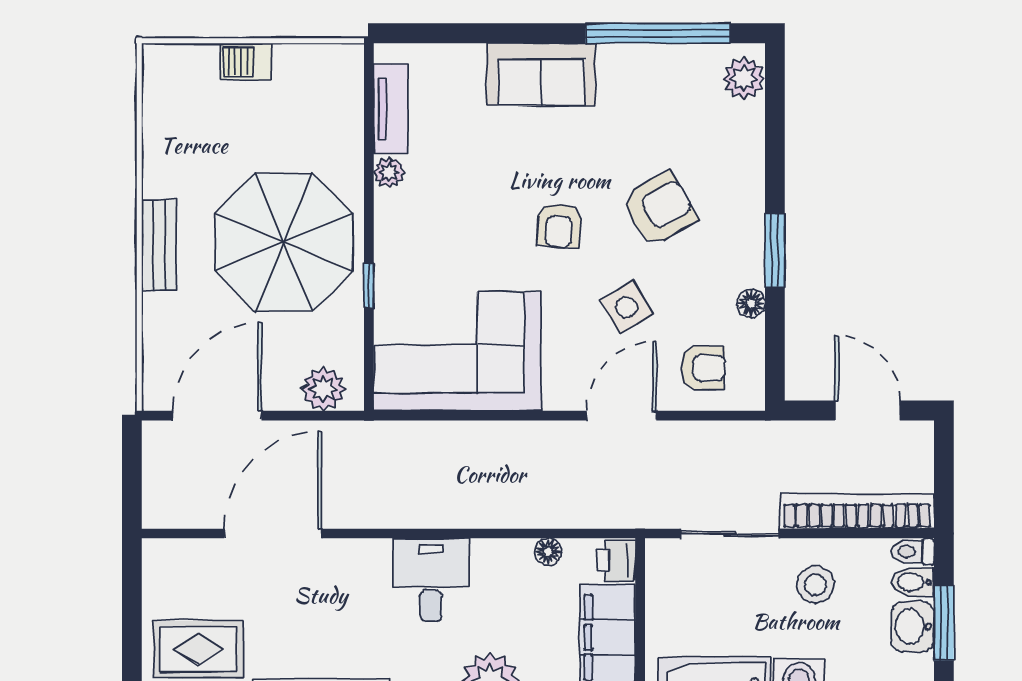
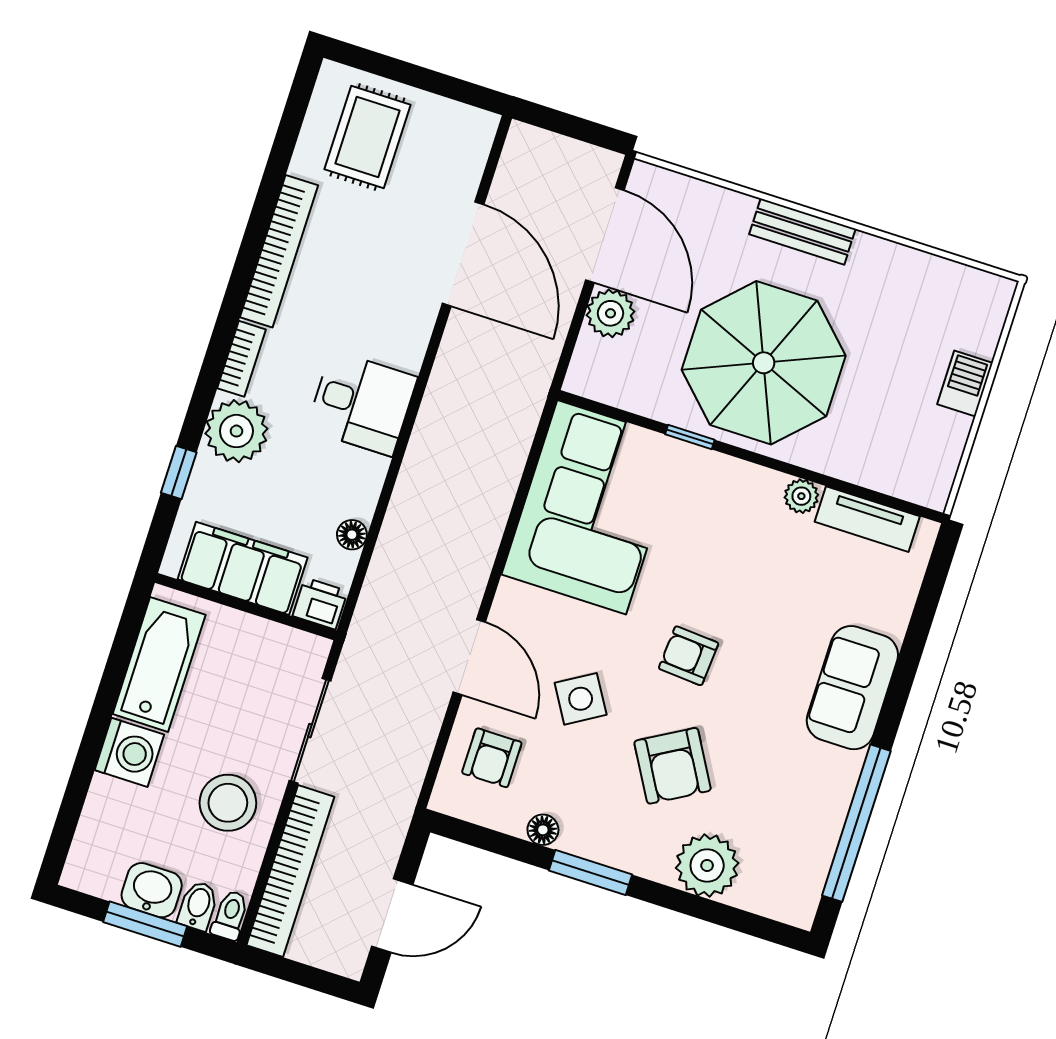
plant: (744, 78) -> (707, 866), moved, width x1.36, depth x1.36
plant: (323, 389) -> (610, 313), moved
stool: (815, 585) -> (228, 803), width x1.38, depth x1.38

